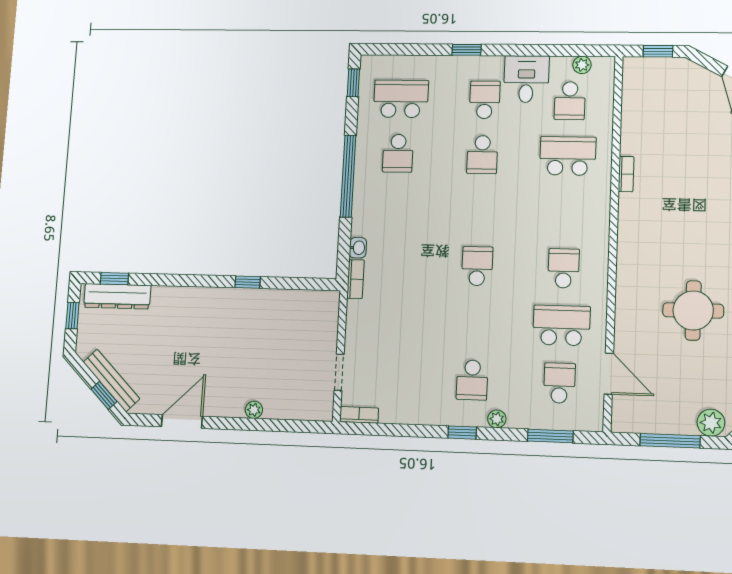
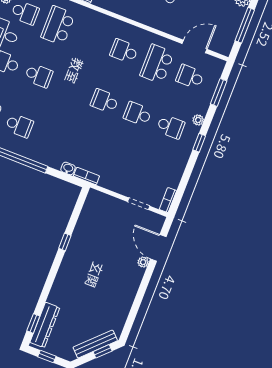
school desk: (475, 323) -> (138, 114), added
door: (182, 422) -> (158, 248), moved

